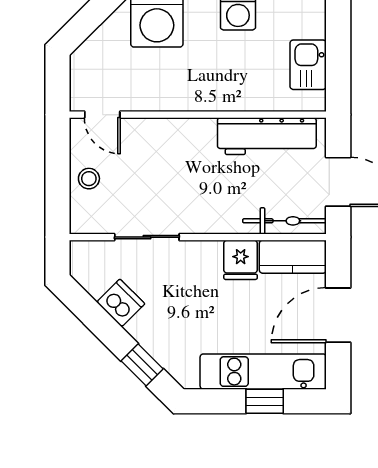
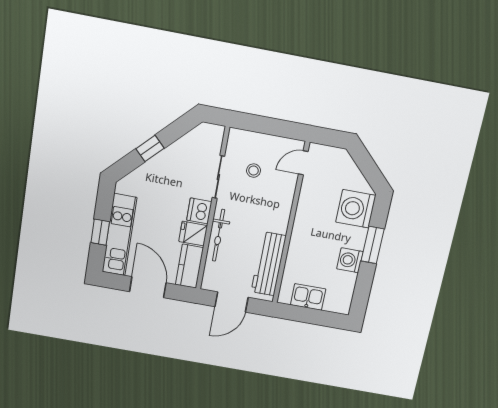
stool: (89, 179) -> (254, 171), moved
bicycle: (285, 221) -> (219, 235), moved
dishwasher: (121, 303) -> (199, 211), moved, turned 135
window: (142, 365) -> (150, 148), moved

